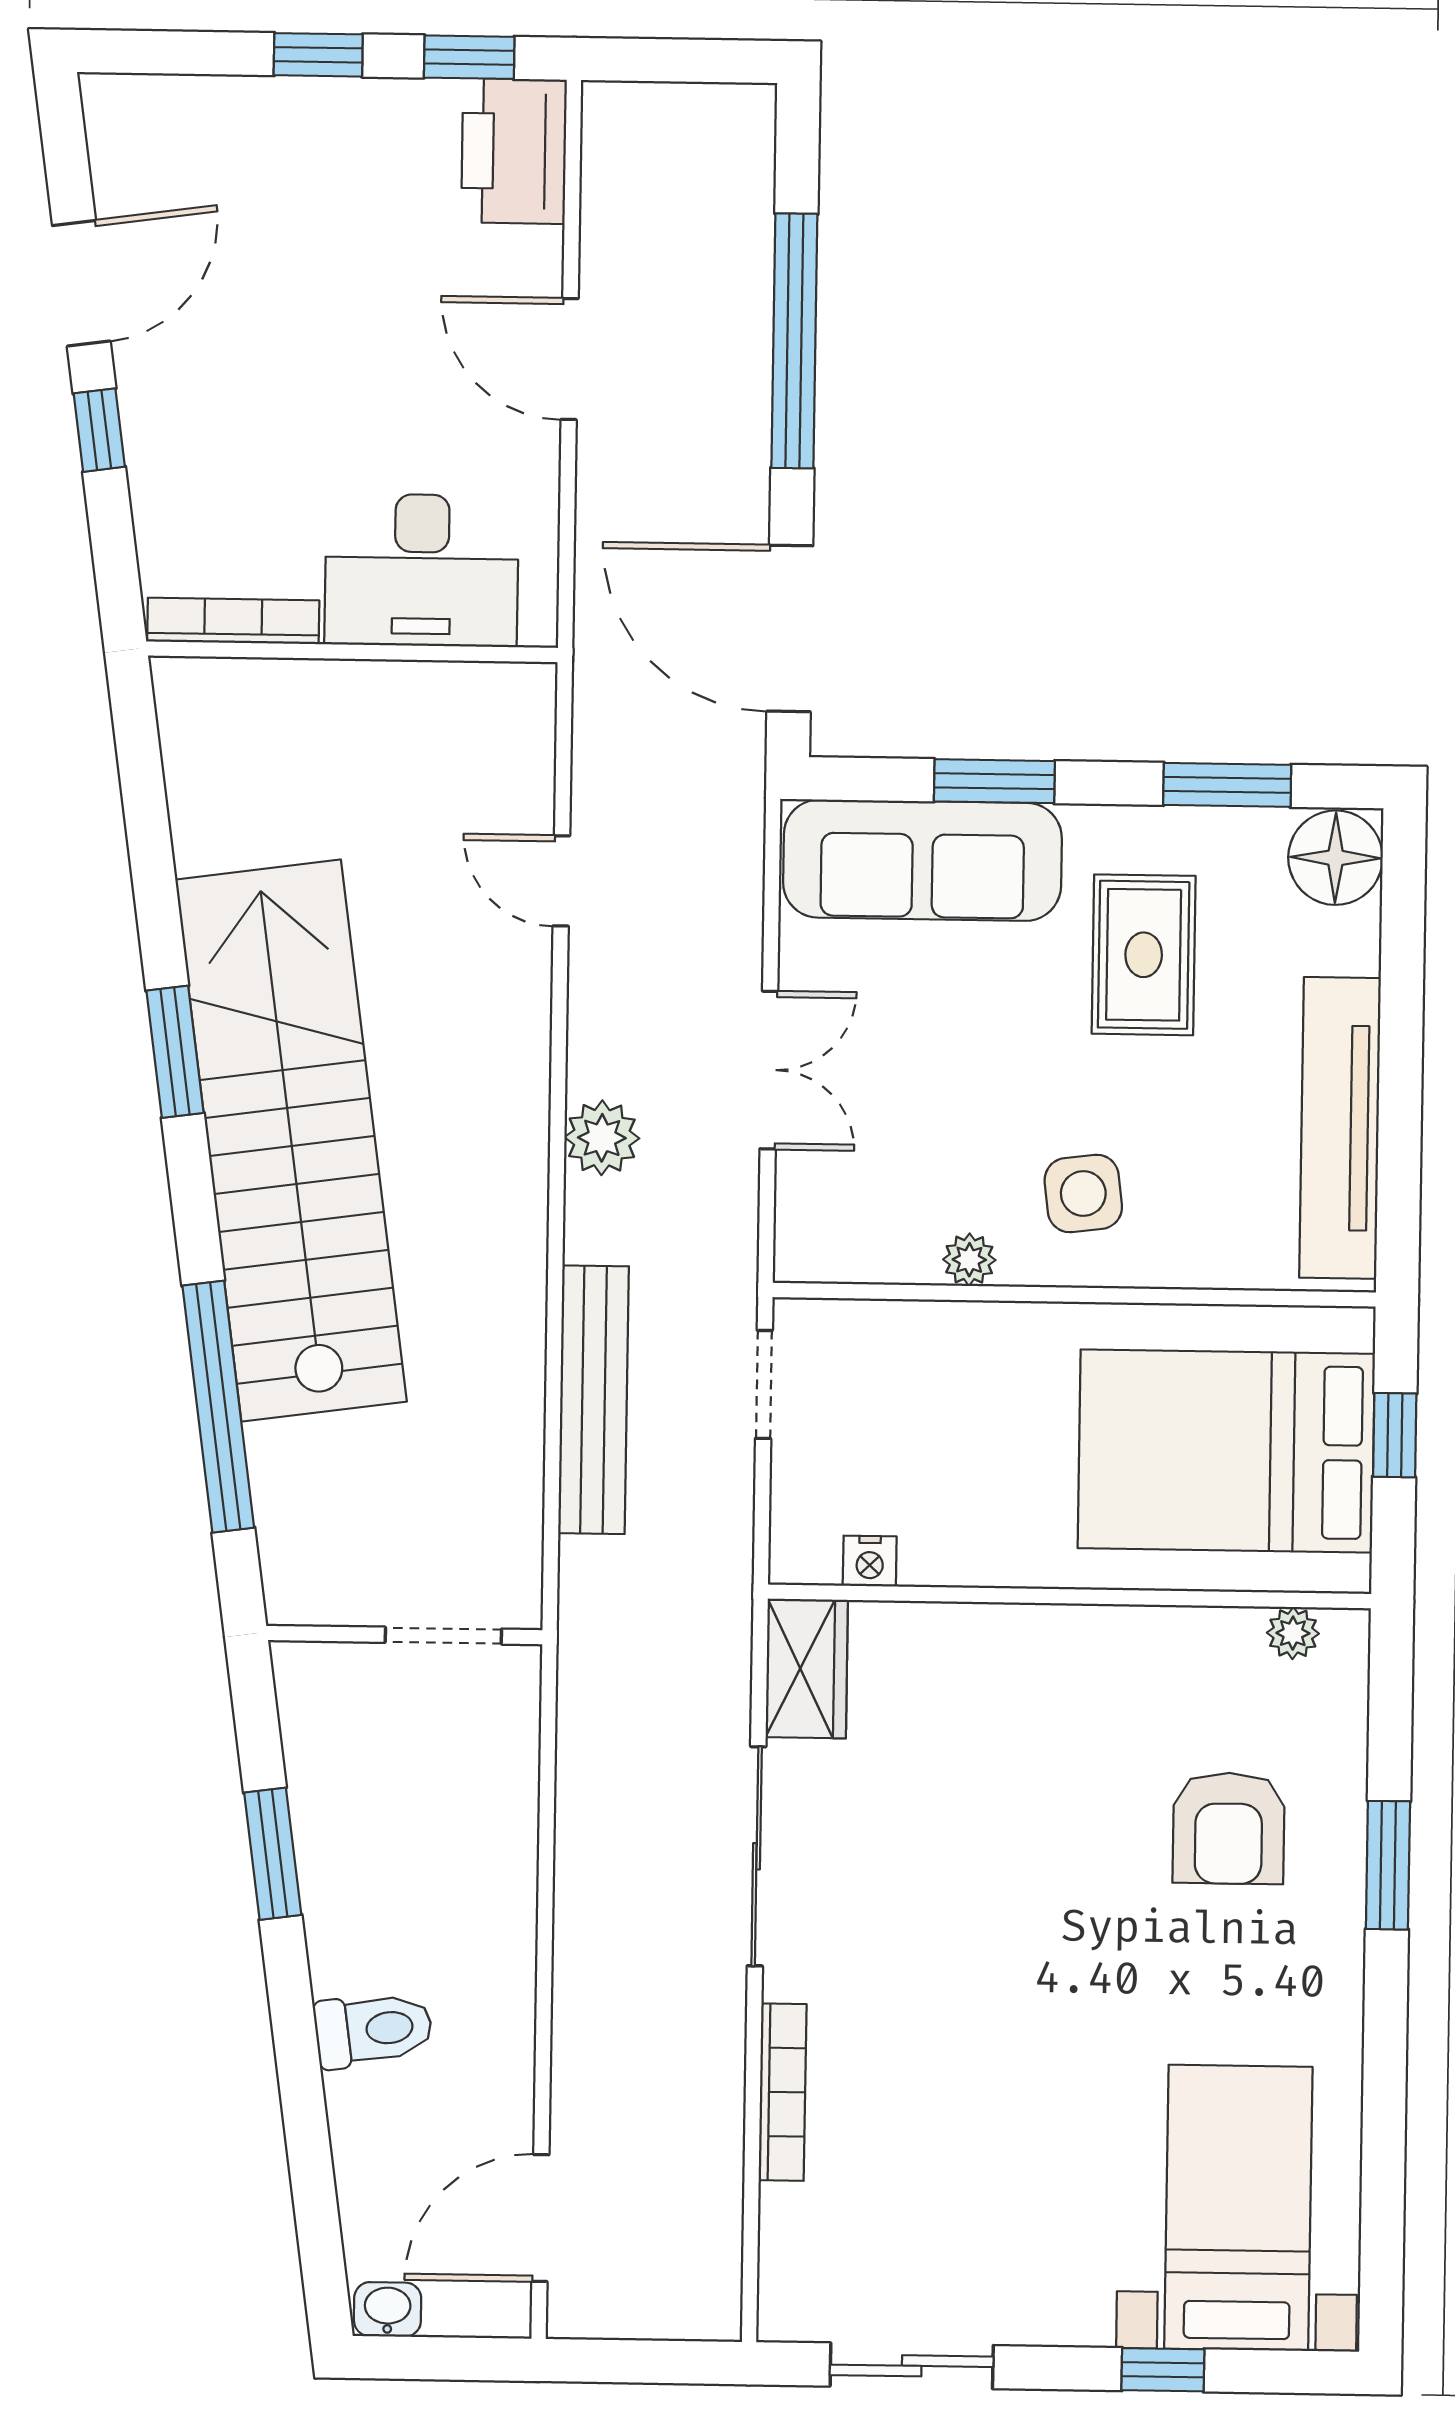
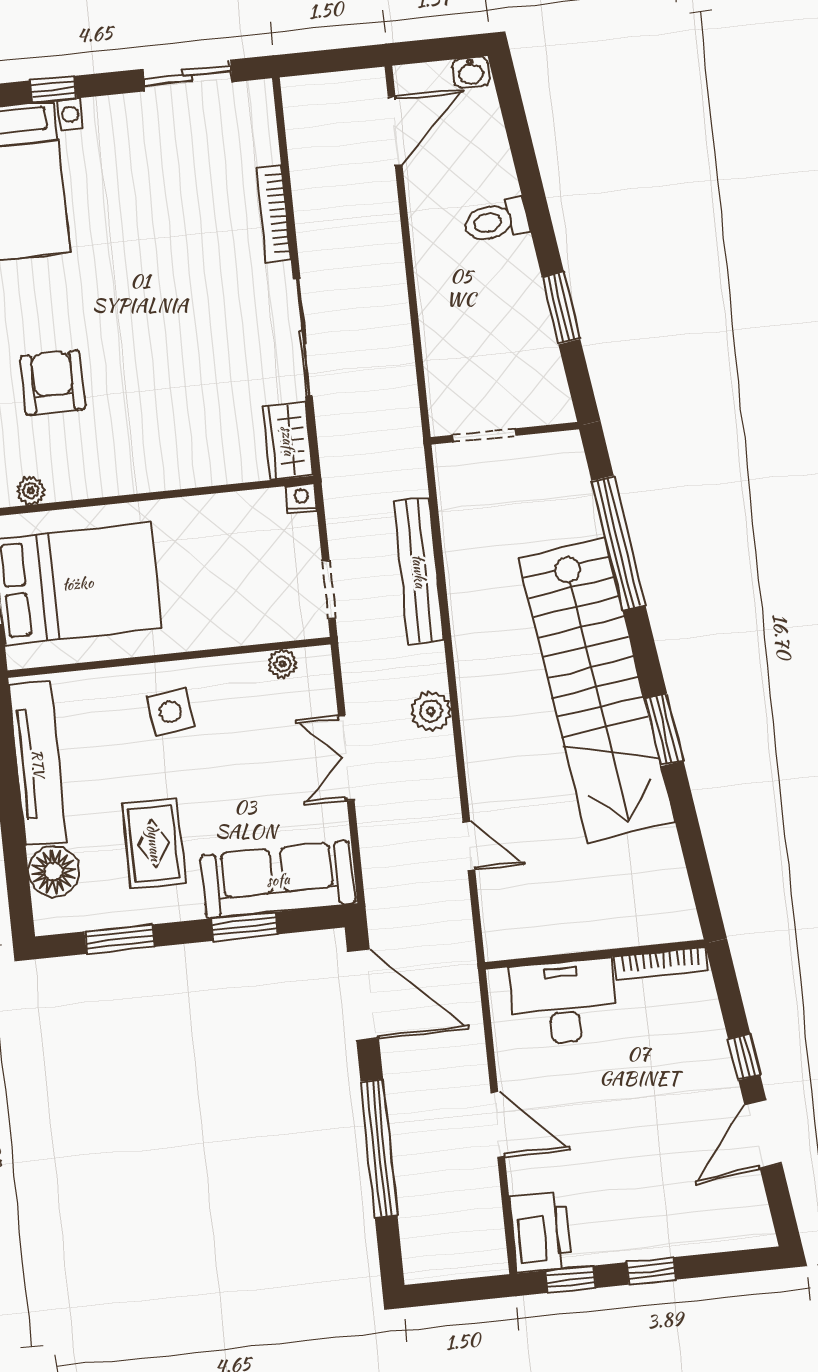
floor lamp: (1335, 858) -> (54, 871), moved
plant: (969, 1260) -> (283, 664), moved
nightstand: (870, 1561) -> (301, 498), moved

